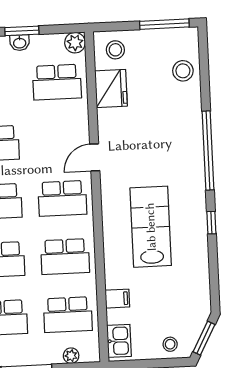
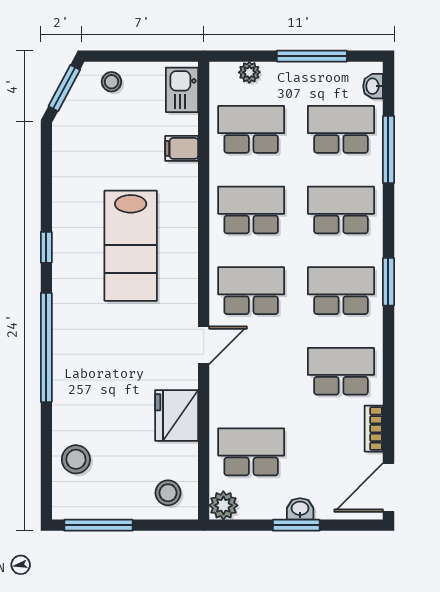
fridge: (111, 88) -> (177, 415), moved

